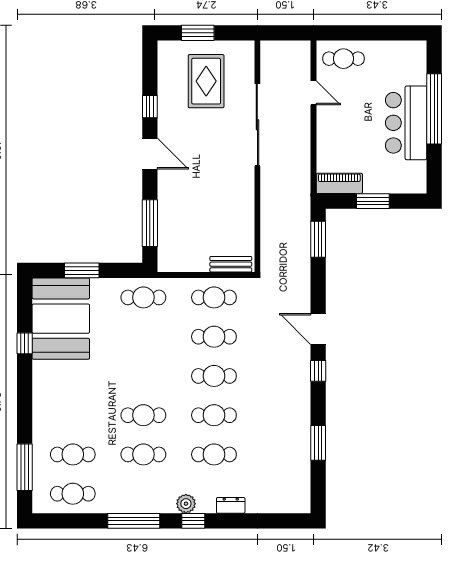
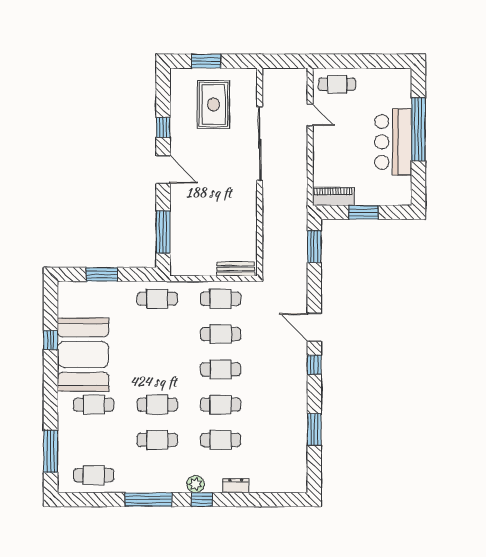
booth: (61, 319) -> (83, 355), moved
cafe table: (73, 454) -> (94, 405), moved

